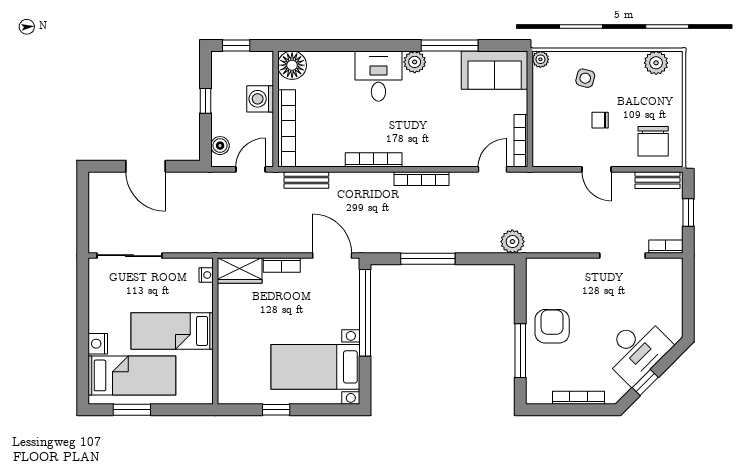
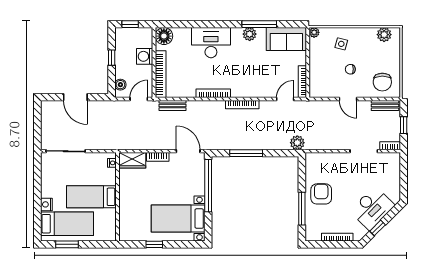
plant: (415, 62) -> (250, 34), moved
desk: (378, 76) -> (211, 43), width x1.37

